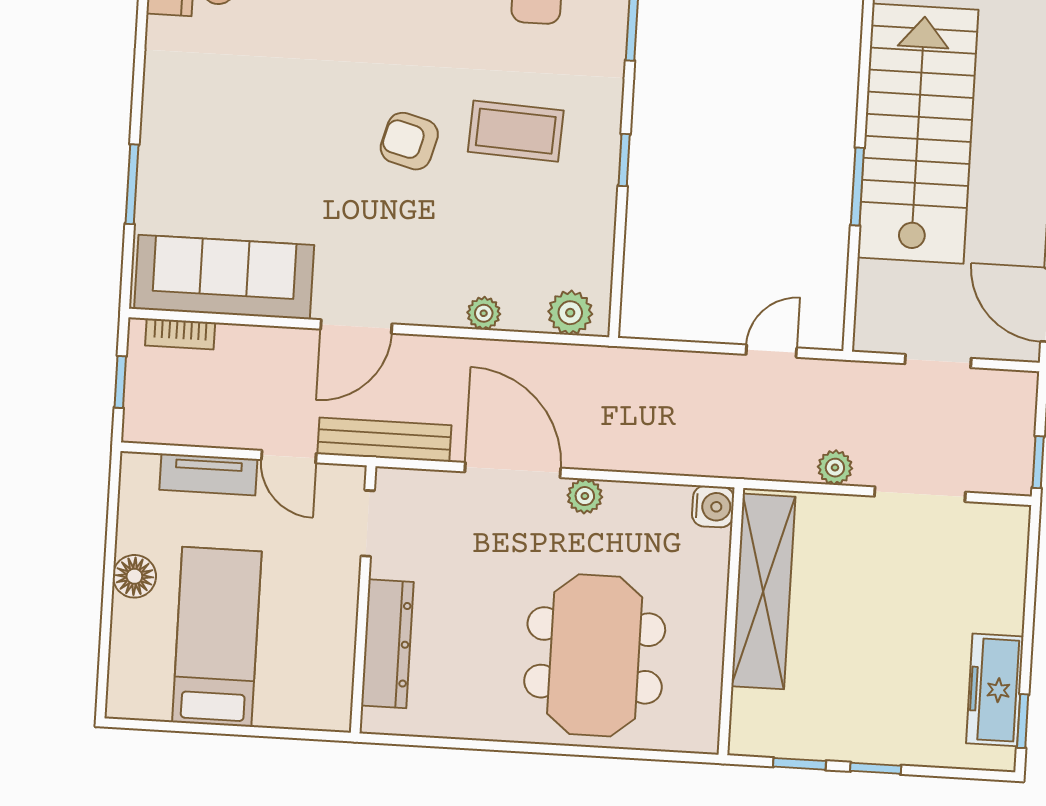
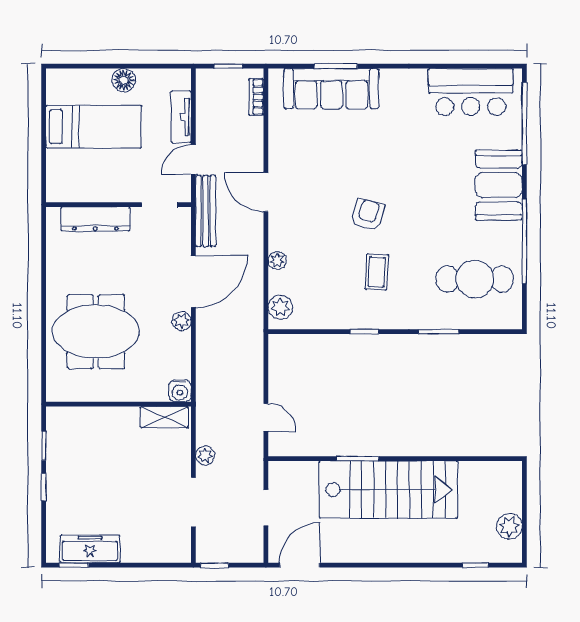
coffee table: (516, 131) -> (377, 272), width x0.73, depth x0.77
sofa: (224, 277) -> (331, 89), moved, turned 90
shelving: (763, 591) -> (164, 417), width x0.45, depth x0.75

